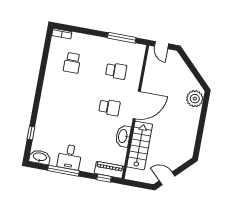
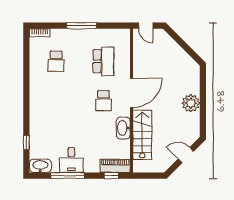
window: (122, 38) -> (82, 26), moved
school desk: (116, 71) -> (103, 61), width x1.85
plant: (195, 99) -> (191, 103), moved
school desk: (109, 107) -> (103, 101), turned 90
door: (167, 178) -> (186, 155), moved

